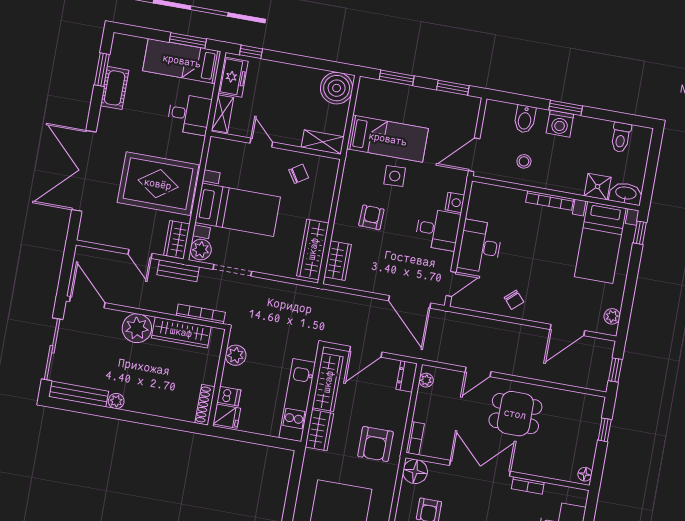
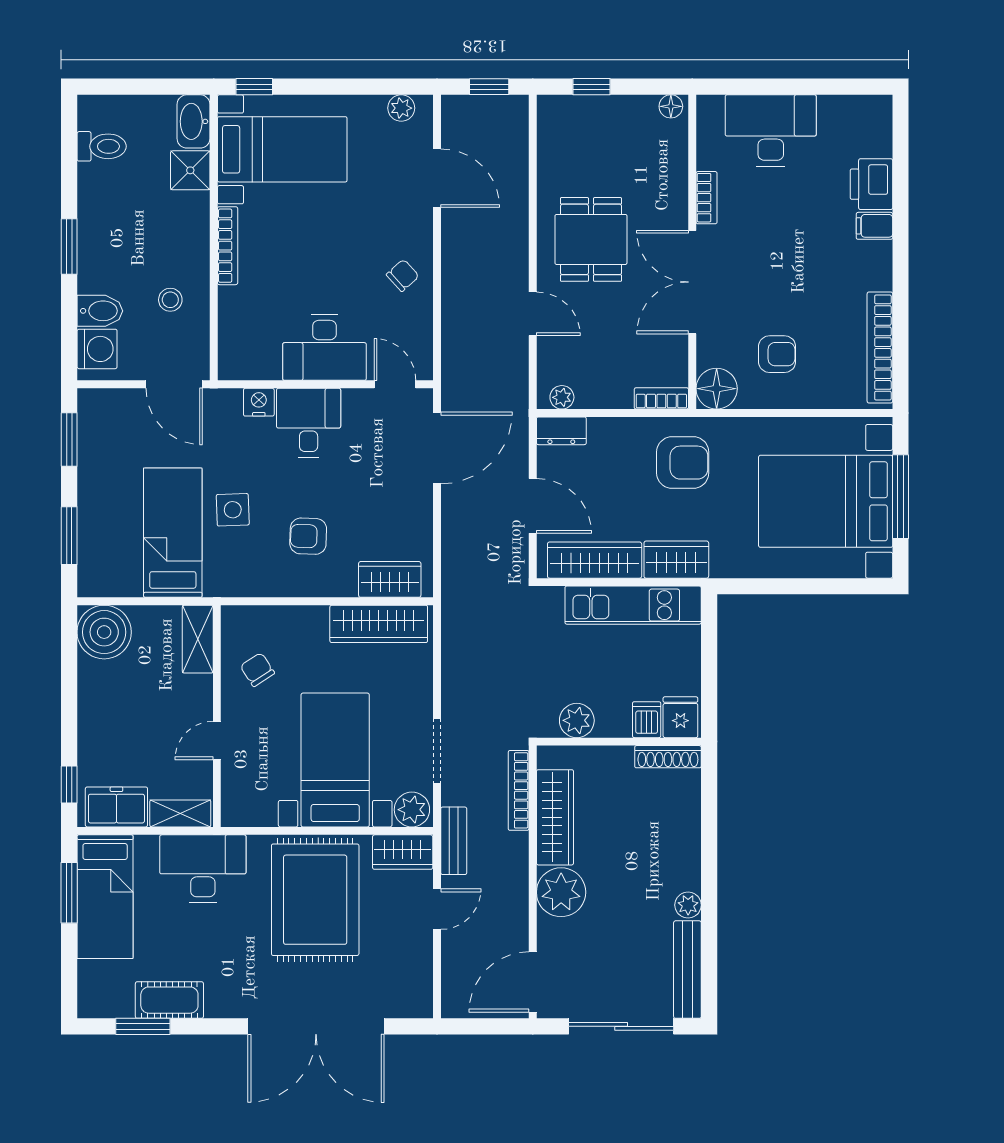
desk: (189, 114) -> (203, 869), width x1.37
washing machine: (560, 124) -> (97, 349), moved

